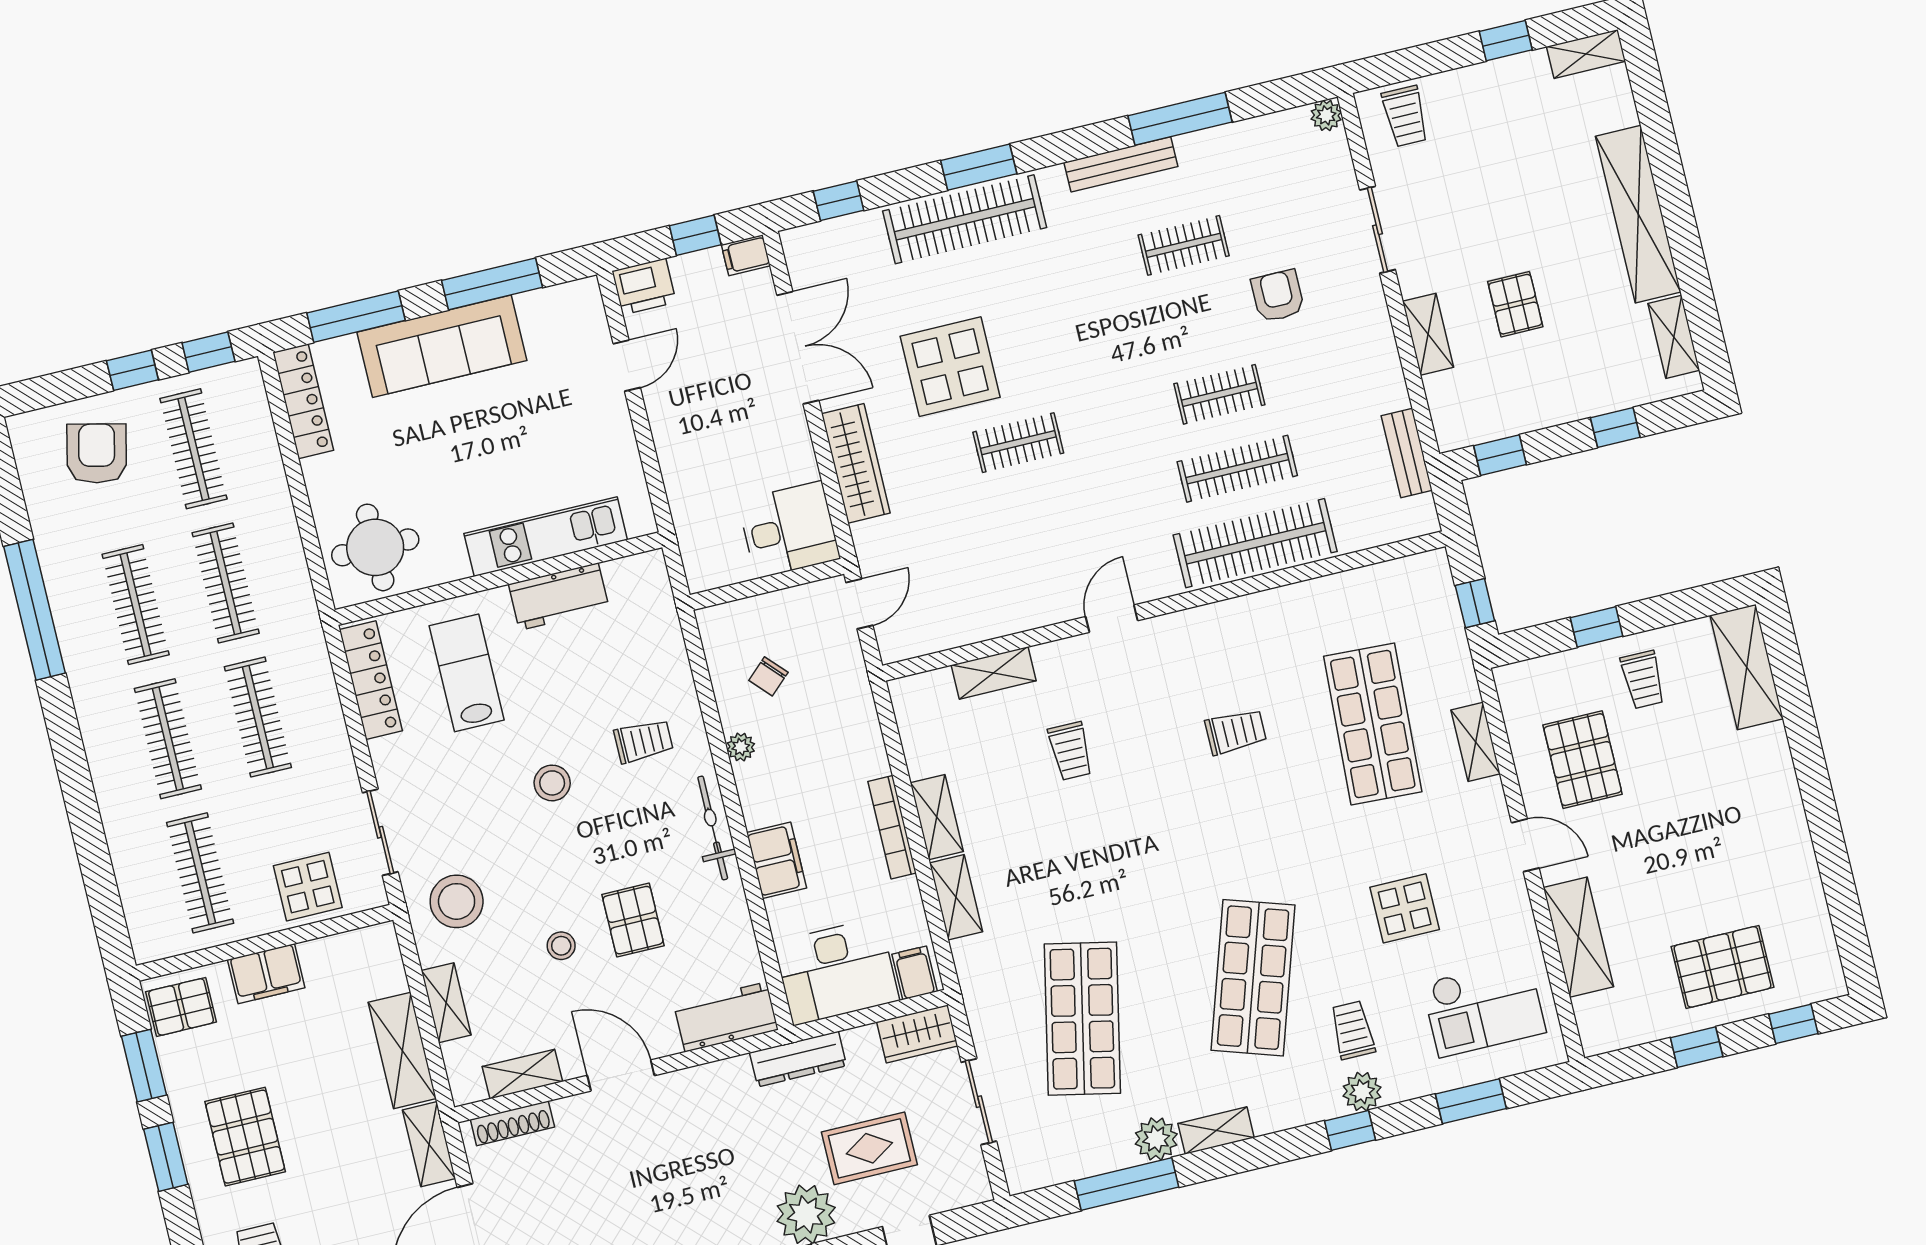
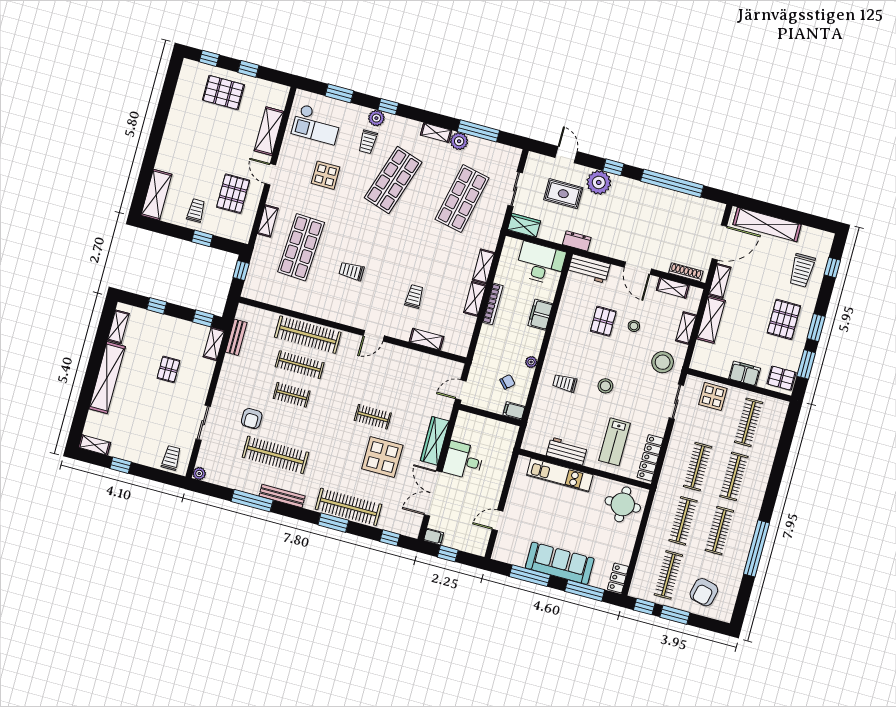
clothes rail: (1184, 245) -> (275, 455), width x1.86, depth x1.31
printer: (644, 287) -> (476, 545), removed
shelving: (1428, 334) -> (214, 344), moved
window: (132, 370) -> (675, 615), width x1.50
locker: (303, 401) -> (618, 578), width x0.66
desk: (789, 530) -> (463, 461), moved
bicycle: (713, 828) -> (557, 339), removed
filing cabinet: (915, 973) -> (514, 411), moved, turned 90
checkout: (1484, 1008) -> (317, 124), turned 180
dresser: (798, 1059) -> (577, 241), width x0.70

